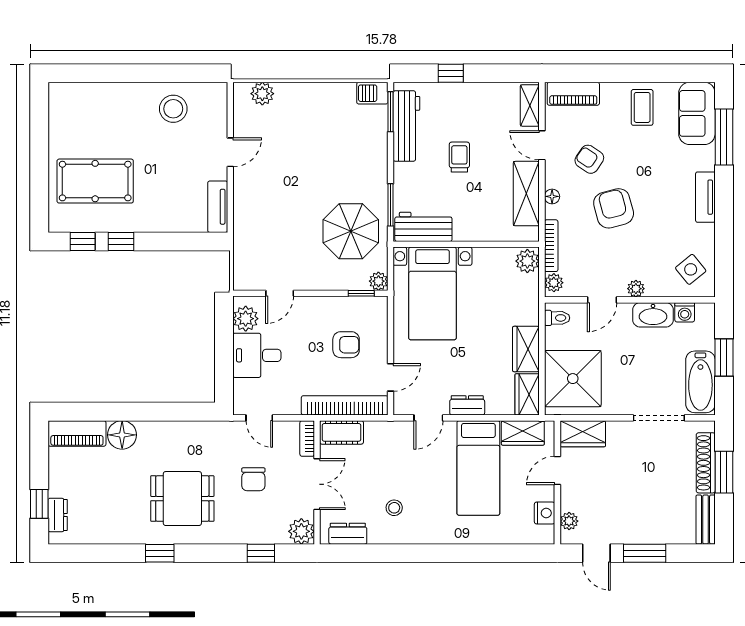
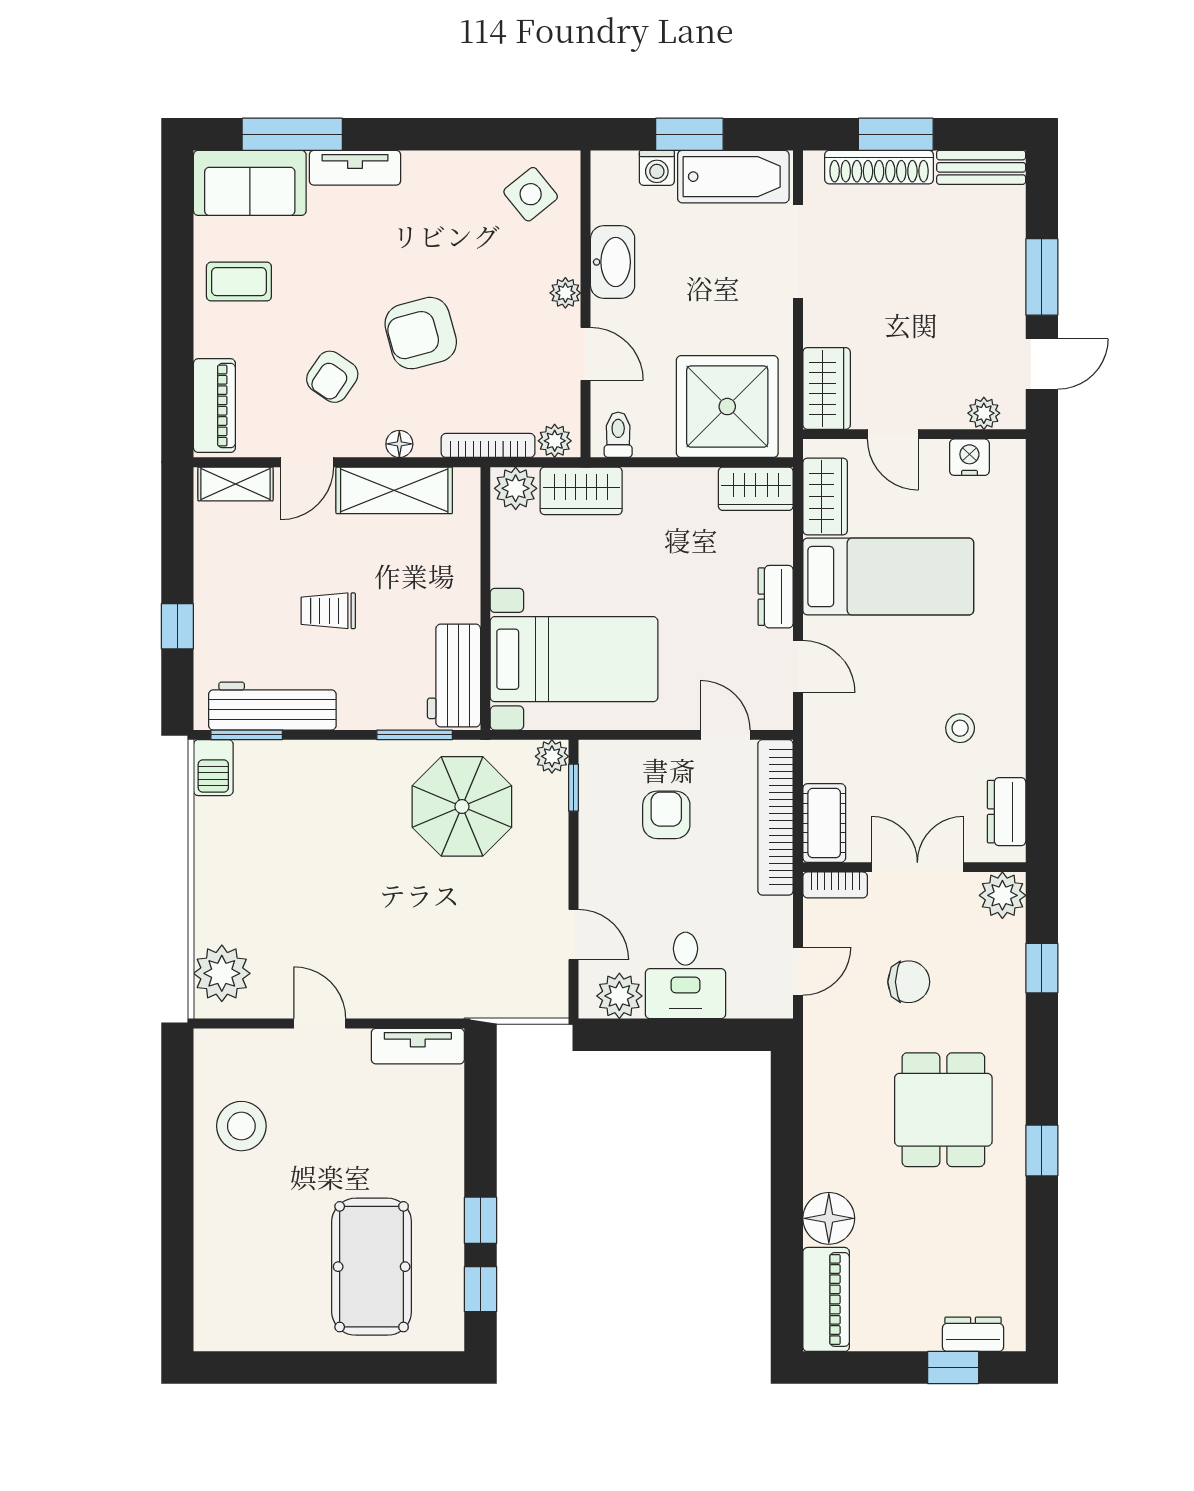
plant: (262, 94) -> (222, 973), width x1.36, depth x1.36
tv unit: (705, 197) -> (355, 168), moved
washing machine: (685, 312) -> (657, 168), moved, turned 90
wardrobe: (526, 349) -> (581, 491), moved

